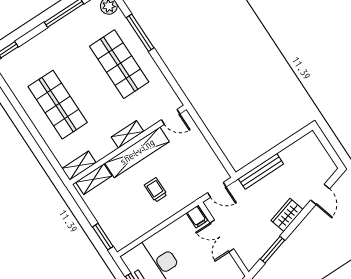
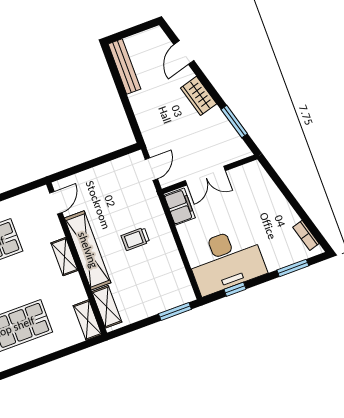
bench: (261, 171) -> (124, 67), moved
door: (320, 194) -> (184, 53), swing flipped
filing cabinet: (197, 217) -> (180, 207), width x2.00

